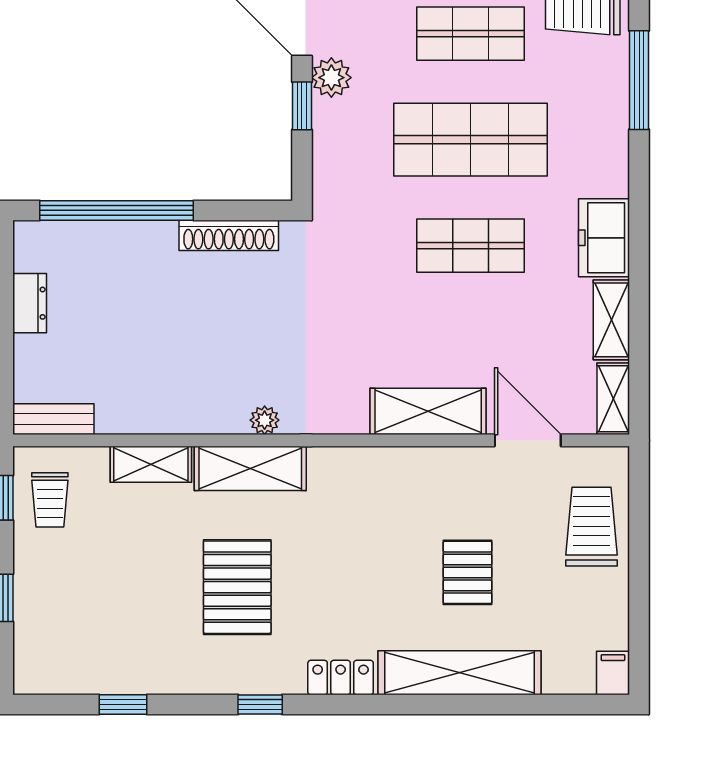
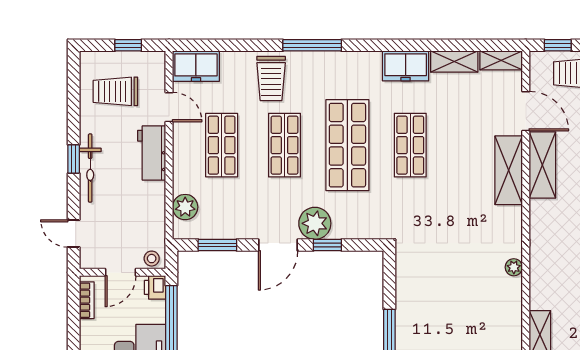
plant: (331, 78) -> (315, 223), width x1.36, depth x1.36
shoe rack: (229, 235) -> (404, 288), removed
door: (528, 440) -> (526, 111), swing flipped
shelving: (250, 468) -> (542, 165), moved
window: (639, 494) -> (558, 45), added

